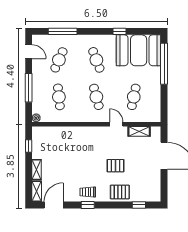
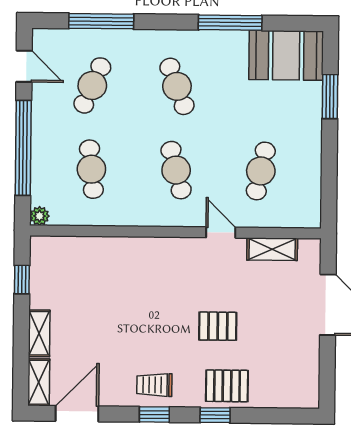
window: (120, 31) -> (230, 23), width x2.17
booth: (139, 50) -> (286, 55), width x0.73, depth x0.70
window: (164, 64) -> (330, 97), width x0.47
window: (29, 88) -> (23, 148), width x1.46
window: (139, 205) -> (215, 415), moved

